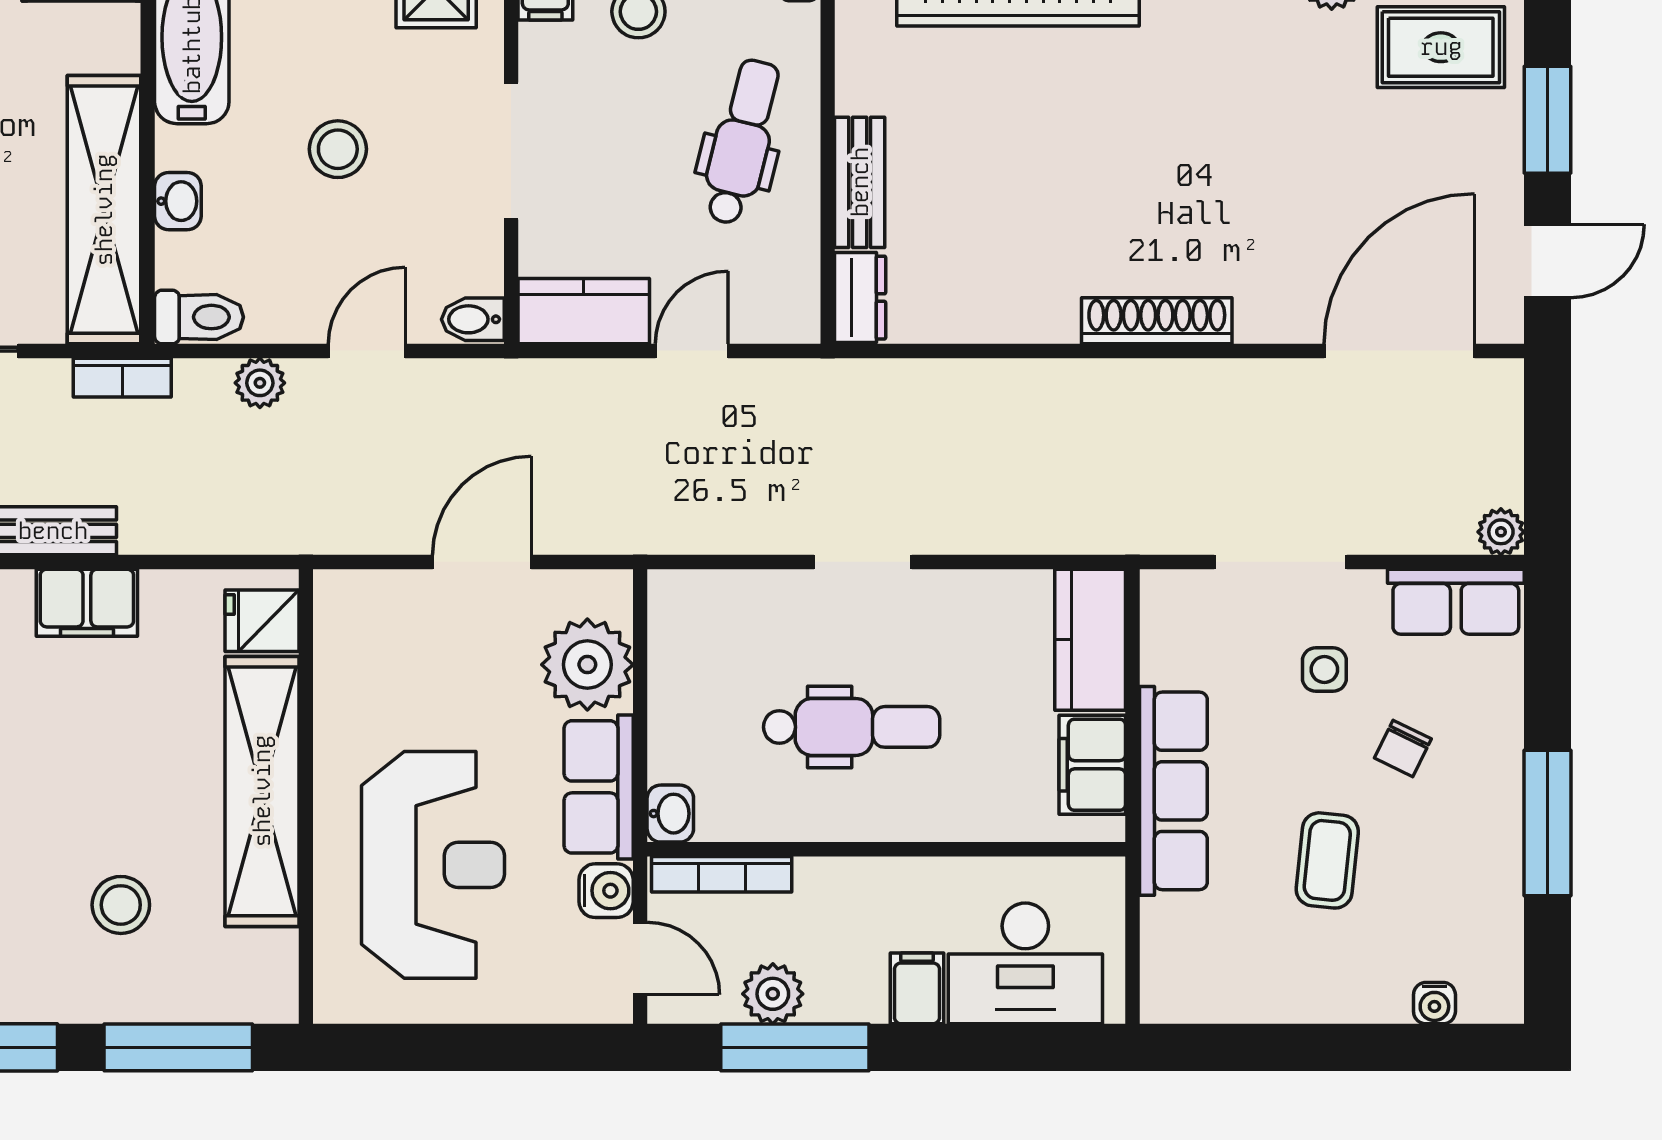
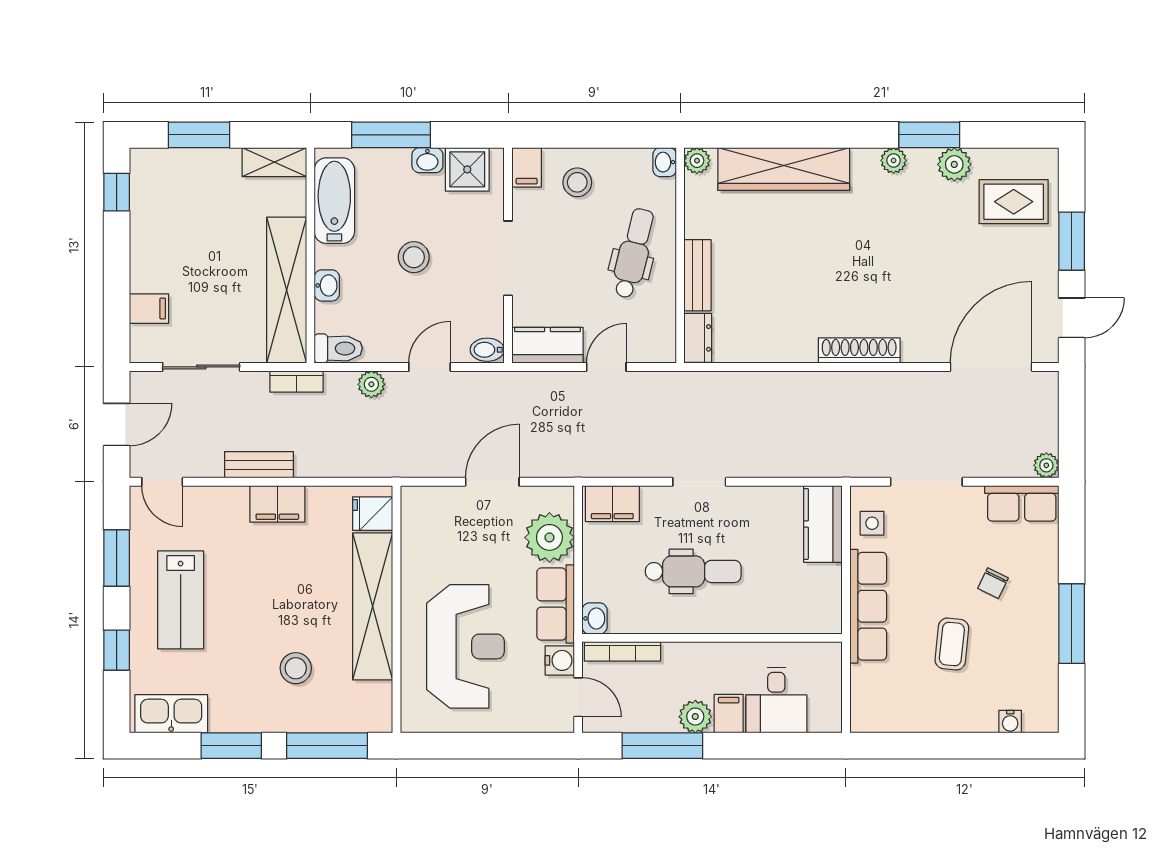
side table: (1324, 670) -> (872, 523), moved
filing cabinet: (1092, 765) -> (612, 504), moved, turned -90
desk: (1025, 963) -> (776, 700), width x0.73
plant: (773, 994) -> (695, 717), moved

